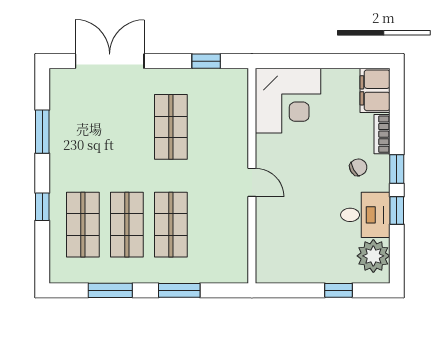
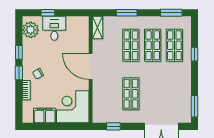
filing cabinet: (375, 90) -> (45, 116), moved, turned -90
window: (42, 132) -> (195, 106), moved
door: (252, 182) -> (91, 66), width x1.87
desk: (365, 215) -> (54, 28), moved, turned 90
shelving: (238, 260) -> (97, 28), added
window: (110, 290) -> (171, 13), moved

